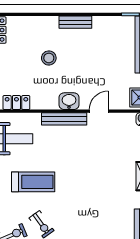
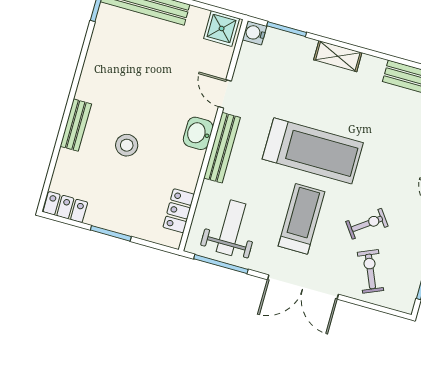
bench: (75, 22) -> (76, 125), moved
treadmill: (78, 177) -> (313, 151), added

